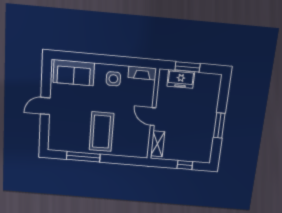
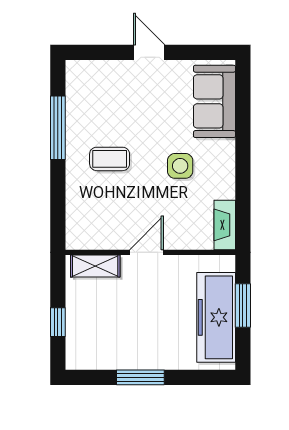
side table: (113, 79) -> (180, 166), moved
freezer: (181, 79) -> (216, 317), width x1.91, depth x1.26
coffee table: (101, 132) -> (110, 159), width x0.54, depth x0.58

